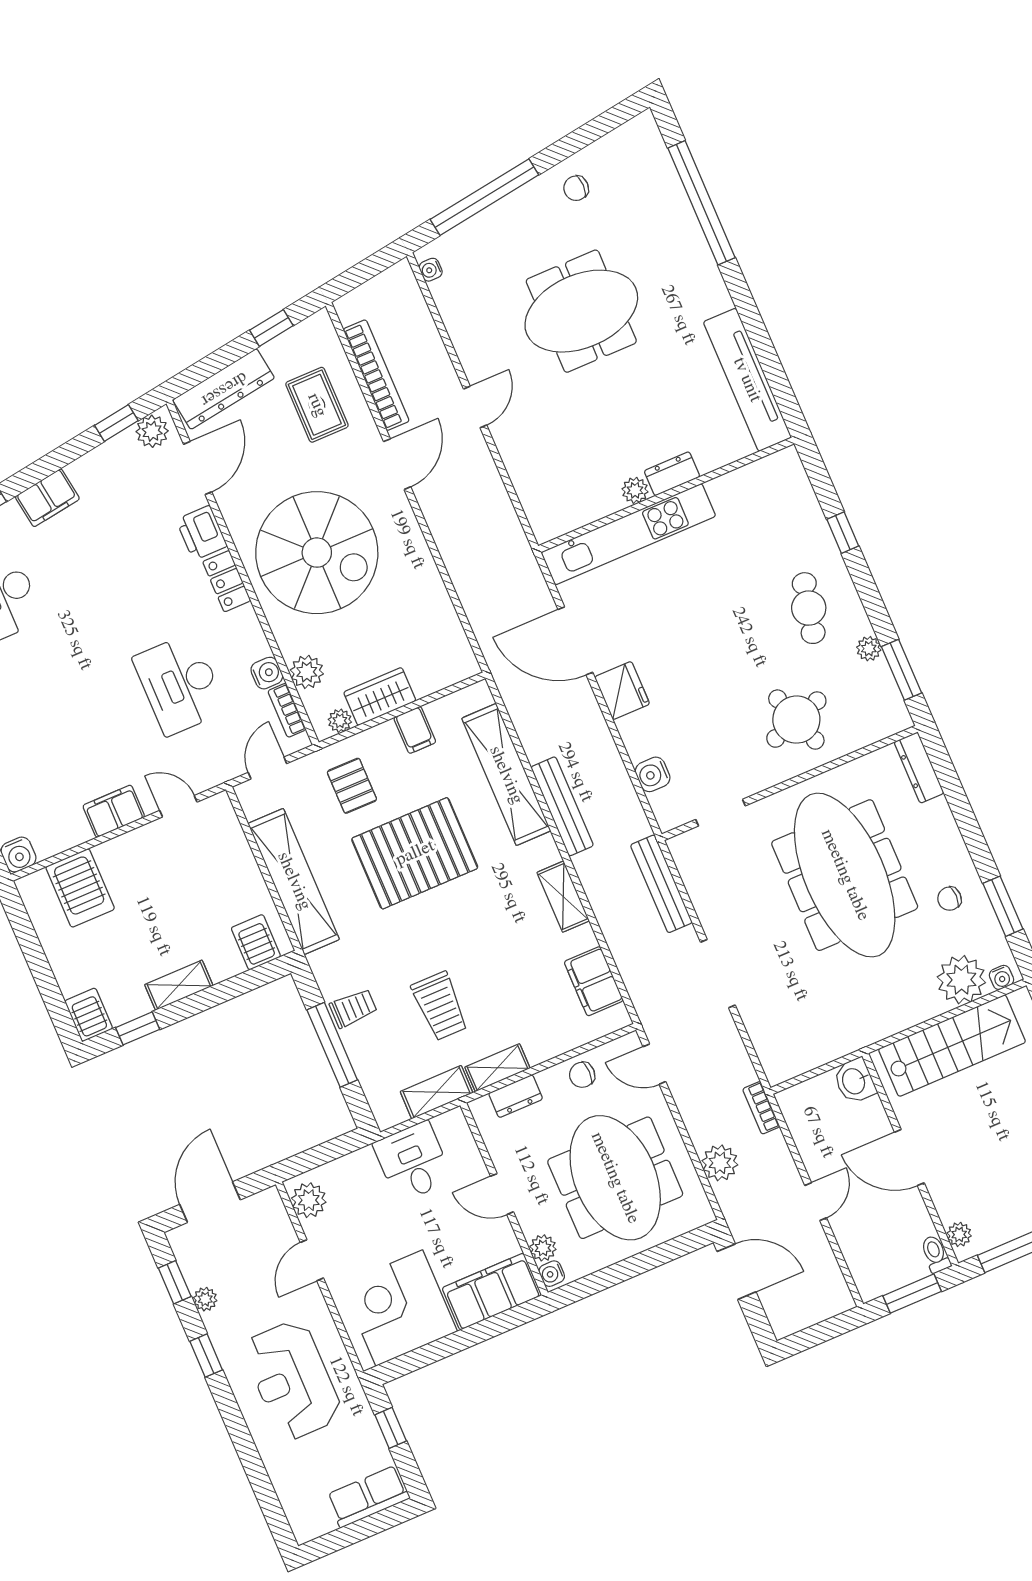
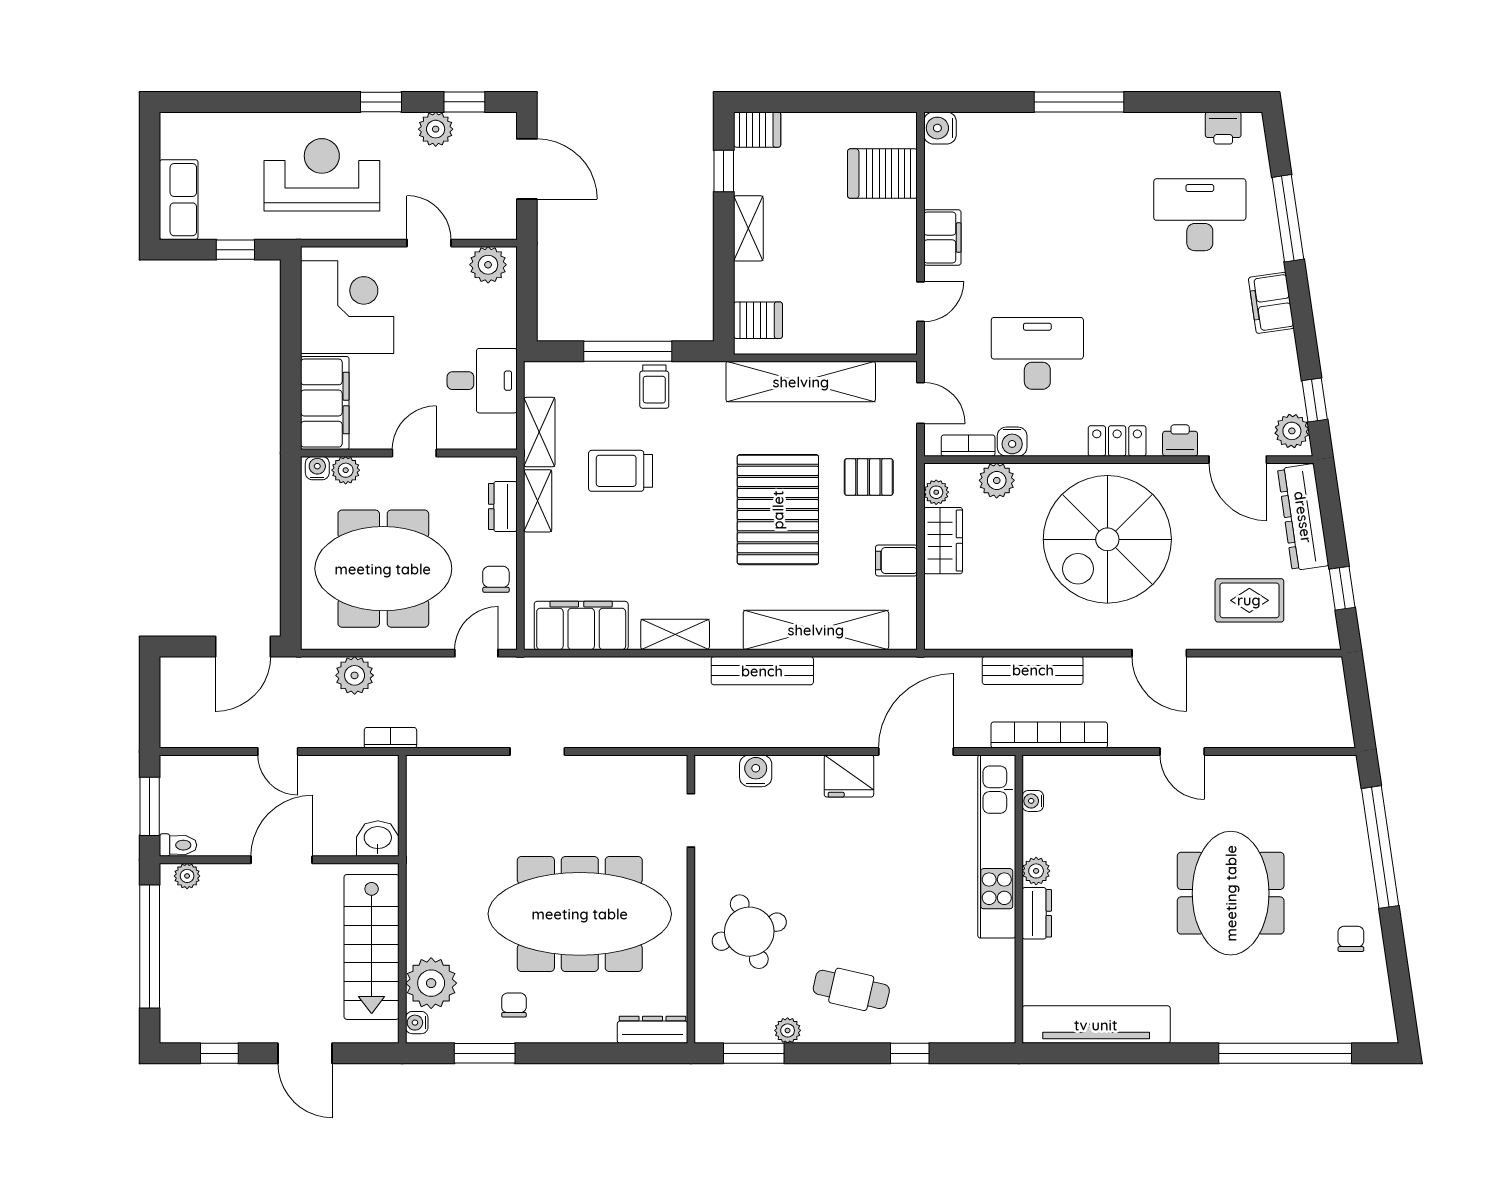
water cooler: (431, 270) -> (1033, 801), moved, turned -90
bookcase: (376, 375) -> (1049, 735), moved, turned 180
printer: (202, 533) -> (1180, 441), width x0.73, depth x0.81
bench: (661, 884) -> (1033, 670), moved
doorway: (718, 974) -> (537, 752), width x0.73
filing cabinet: (594, 981) -> (581, 626), width x1.50, depth x1.17
plant: (205, 1299) -> (436, 129), width x1.38, depth x1.38

